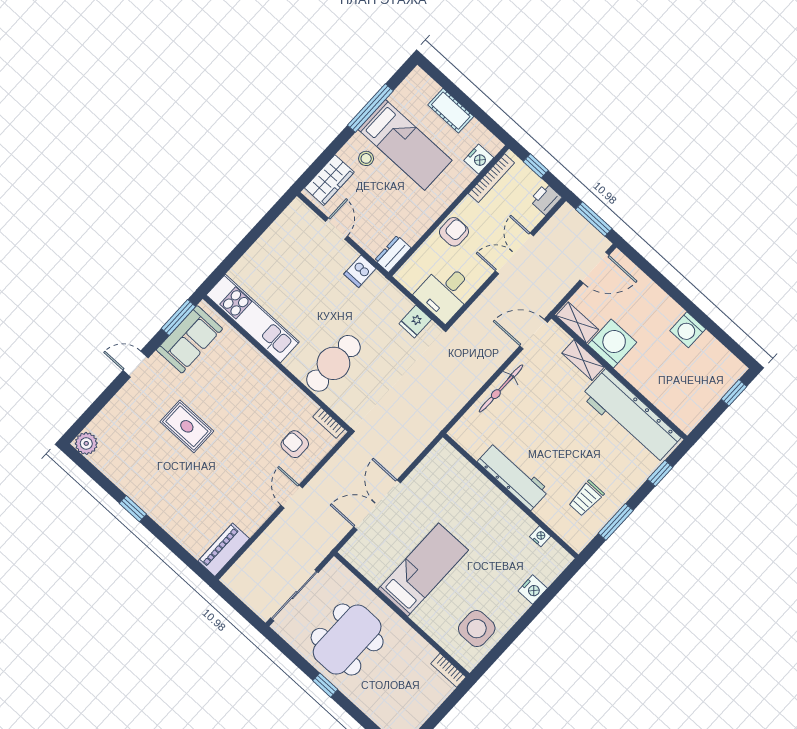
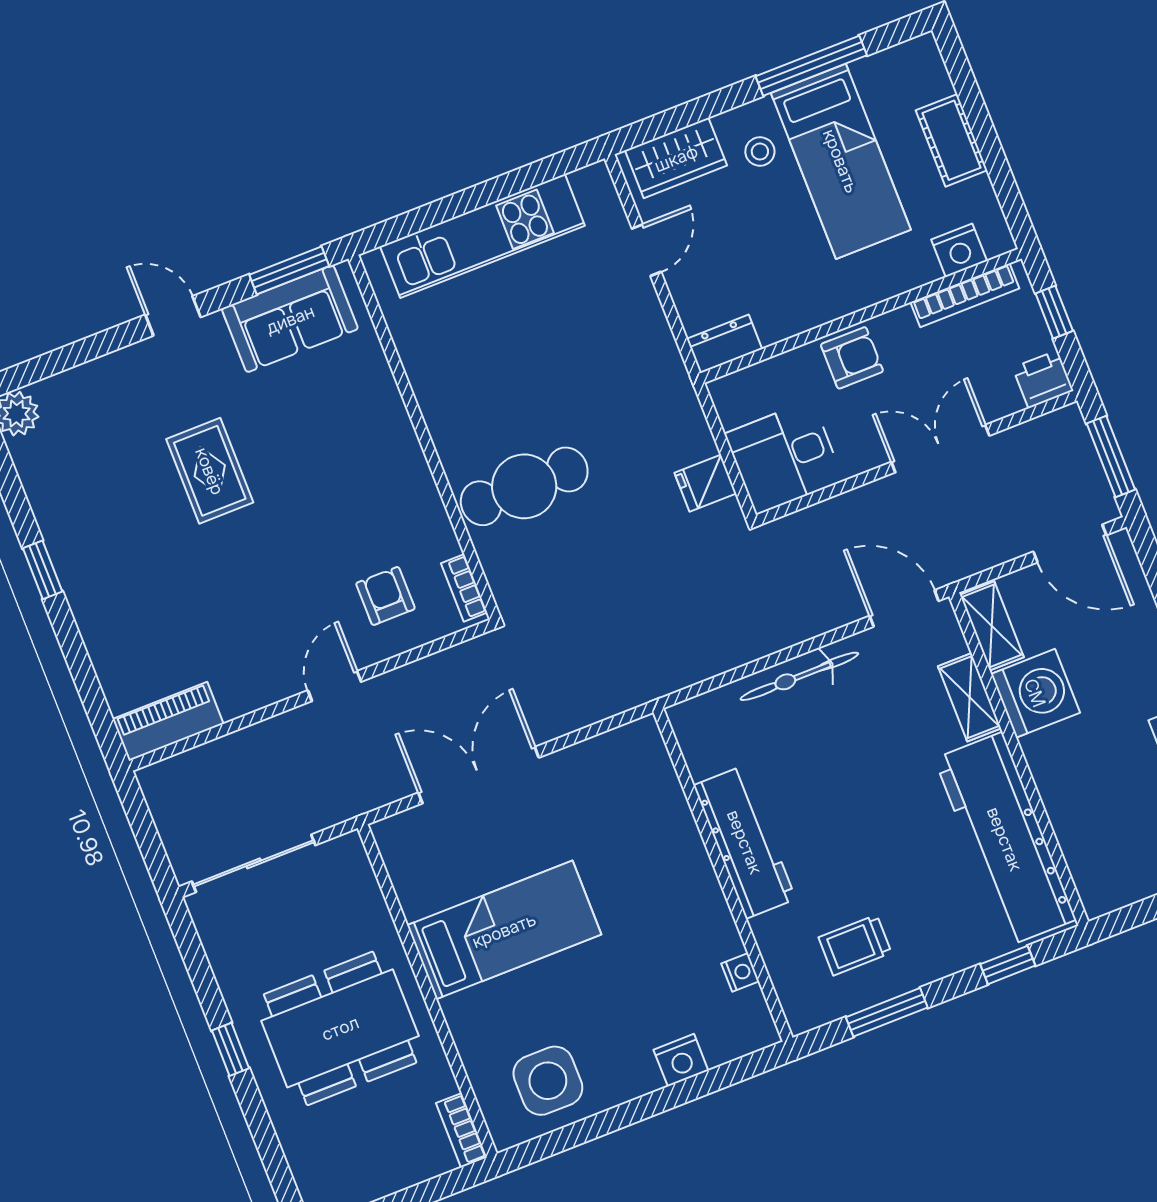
dishwasher: (360, 271) -> (651, 346), removed
kitchen unit: (253, 318) -> (482, 236), moved, turned 90
dining table: (347, 640) -> (340, 1028), moved

